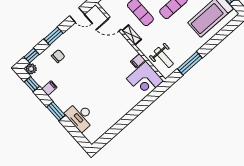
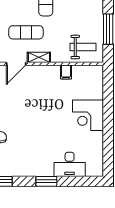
corner desk: (145, 80) -> (88, 115), moved, turned 90
filing cabinet: (49, 88) -> (21, 169), removed

